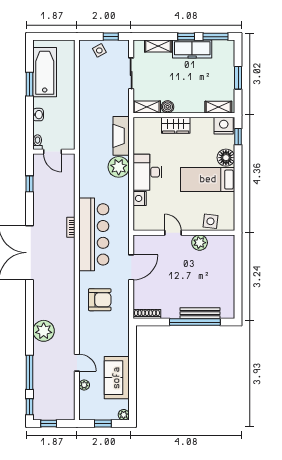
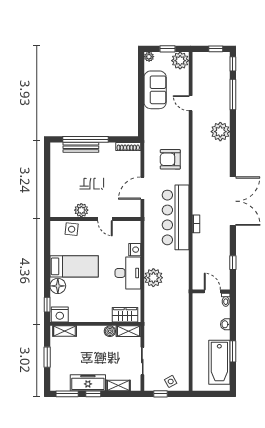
wardrobe: (176, 125) -> (125, 315), moved
fireplace: (121, 136) -> (151, 305), removed
plant: (84, 385) -> (180, 61), moved, width x1.87, depth x1.87

